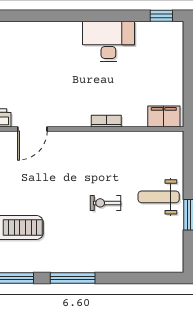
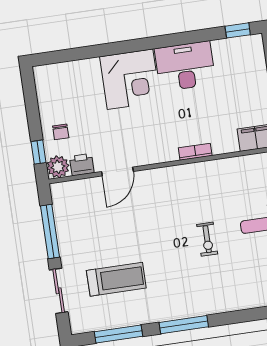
corner desk: (56, 46) -> (130, 79), added
exercise bike: (106, 203) -> (207, 239), turned -90

